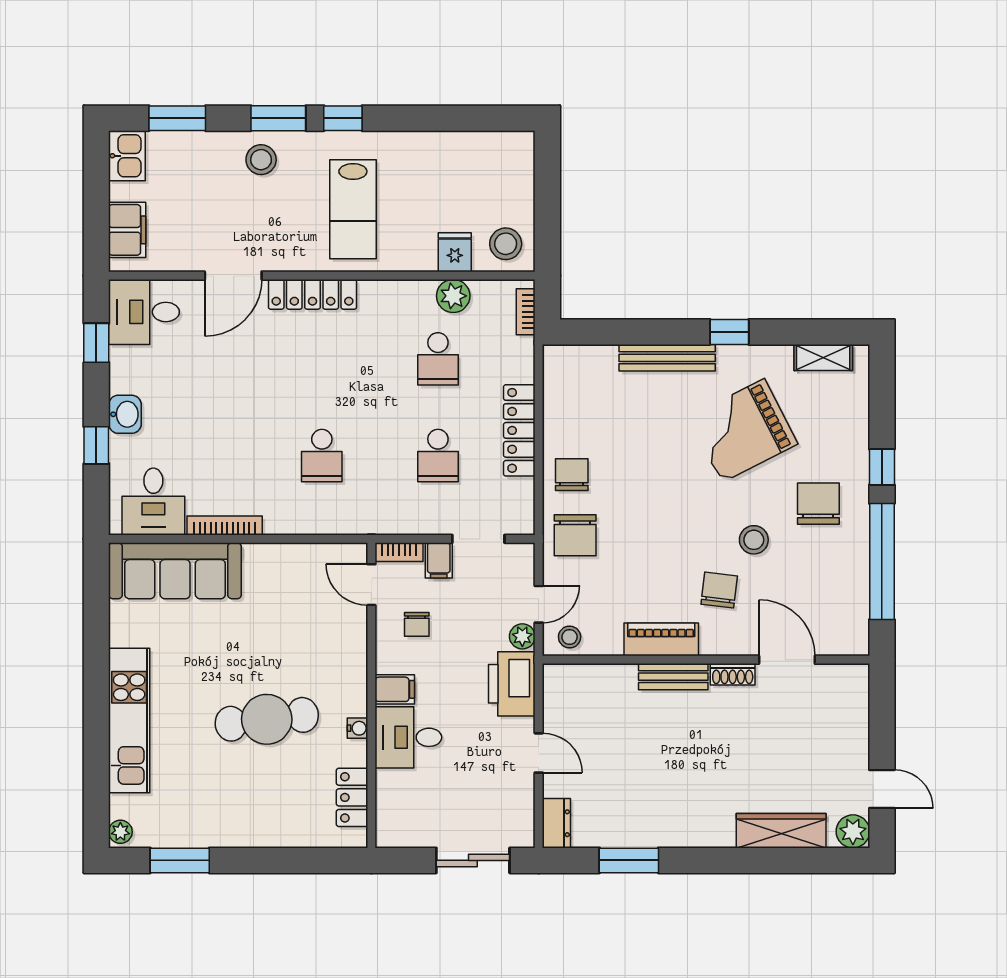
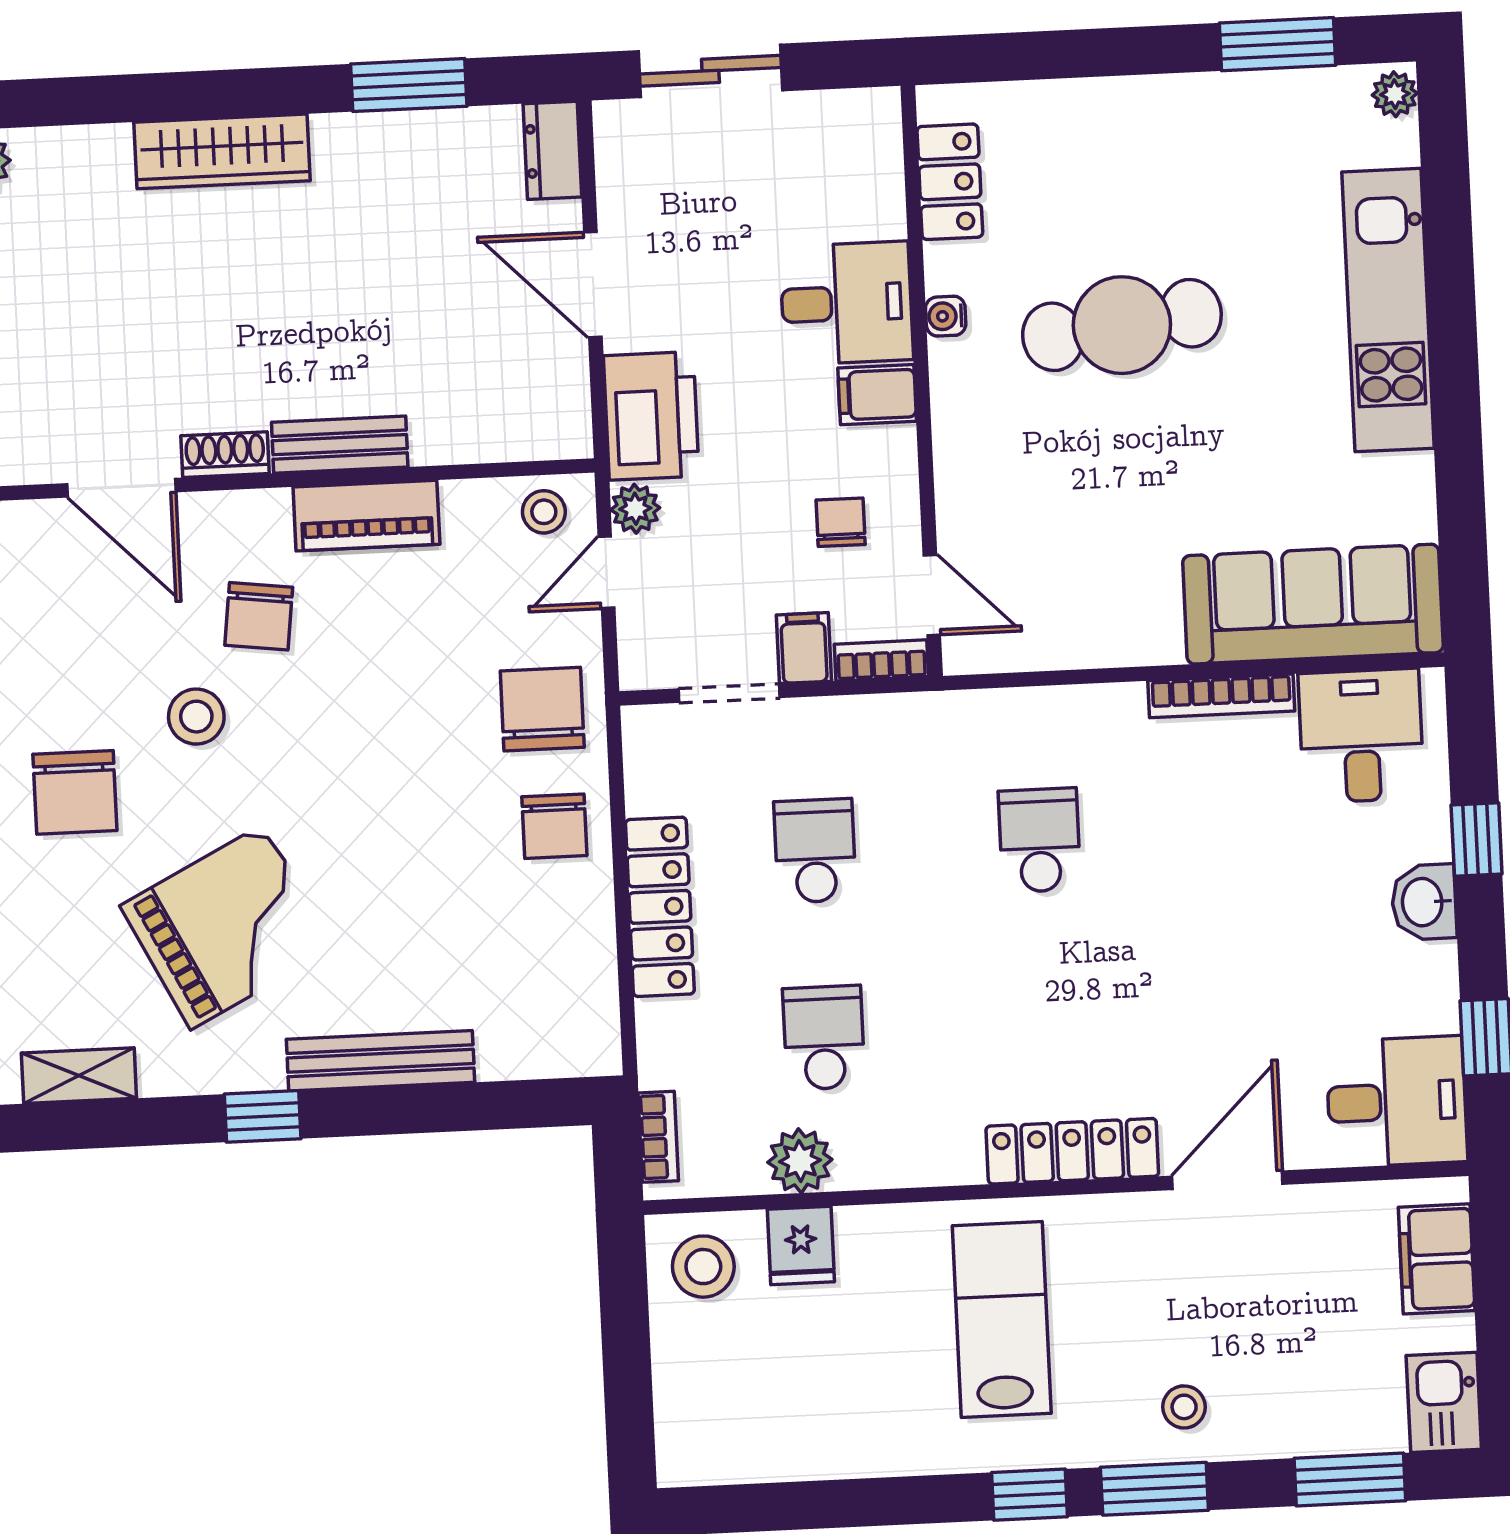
stool: (261, 160) -> (1184, 1407), width x0.73, depth x0.73
door: (539, 753) -> (593, 285), width x1.38
wardrobe: (781, 831) -> (222, 151), moved

